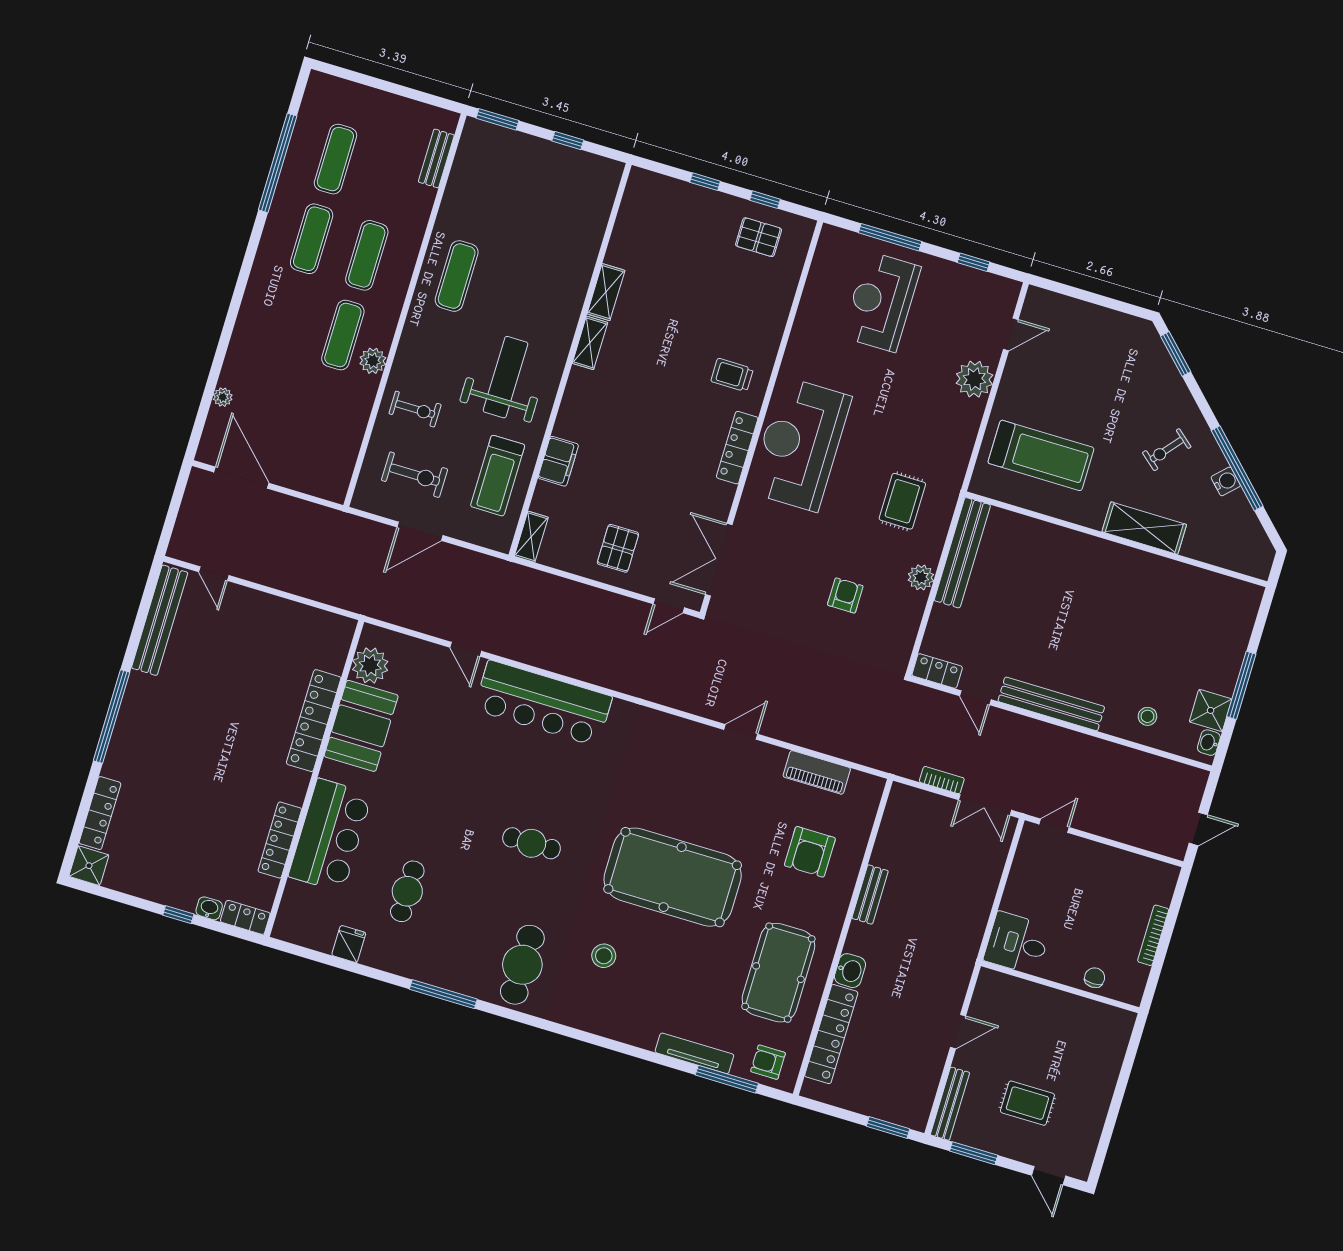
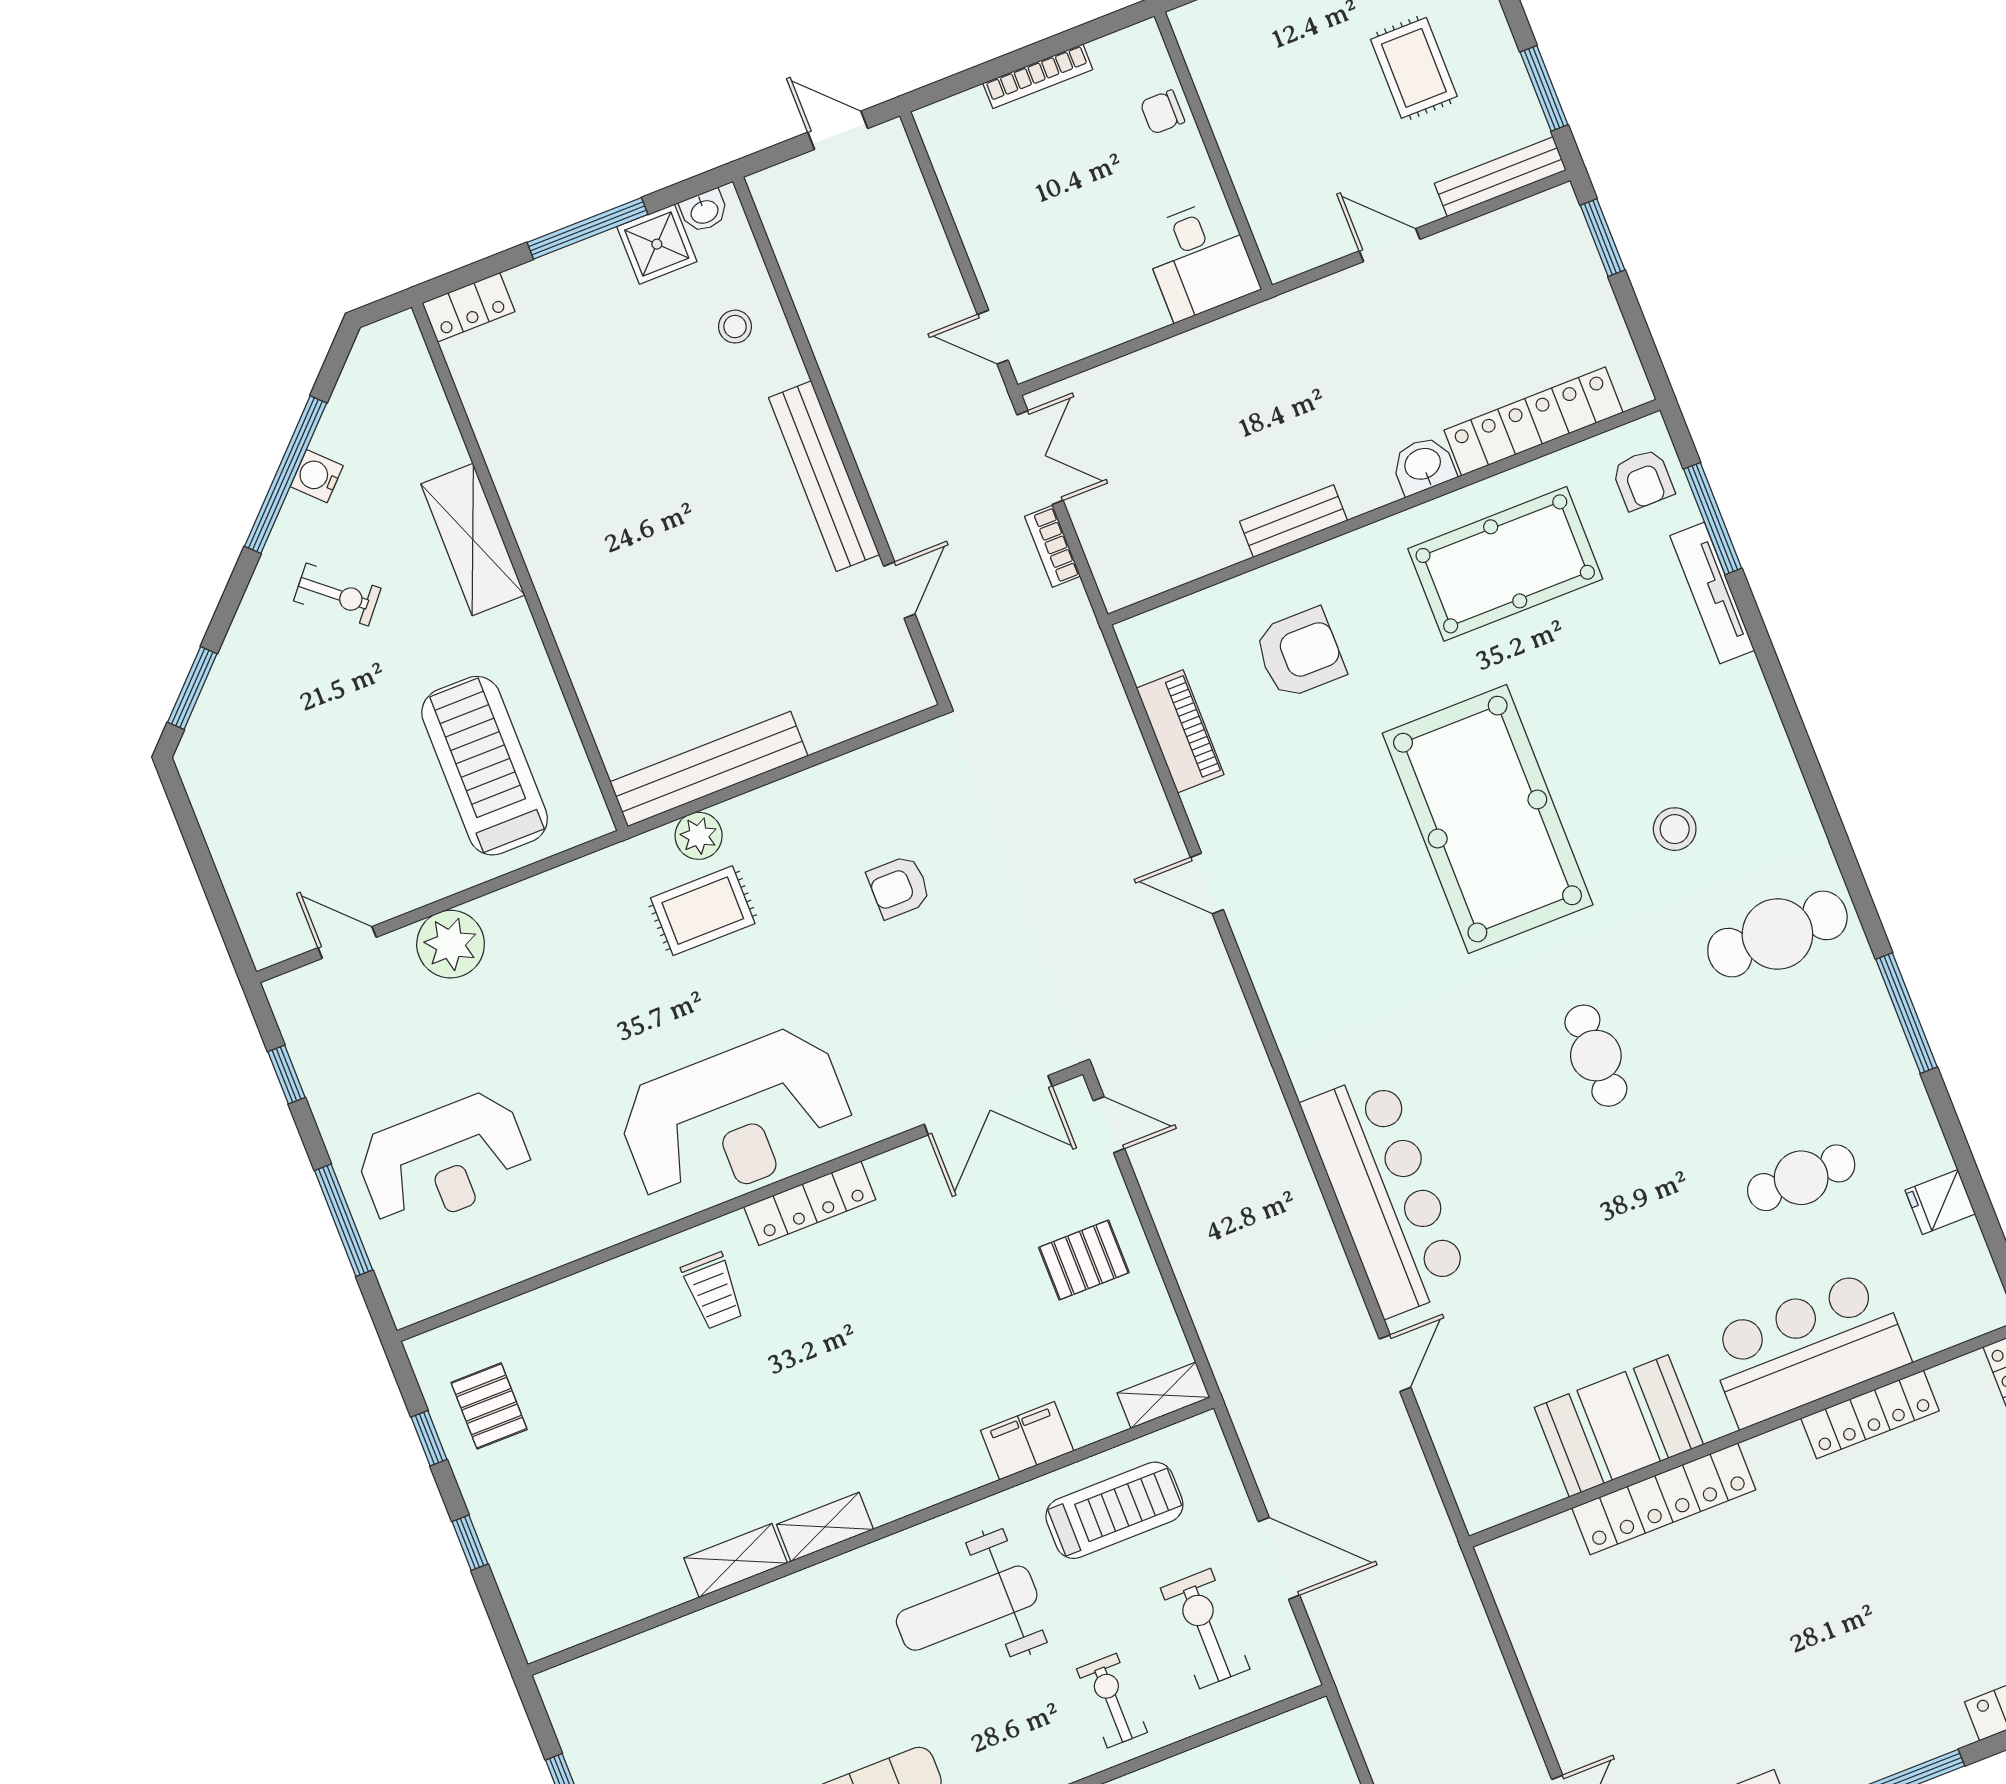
plant: (921, 577) -> (699, 836), moved
plant: (370, 665) -> (1523, 1480), removed
locker: (937, 671) -> (469, 307), moved, turned -90

